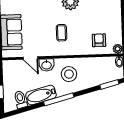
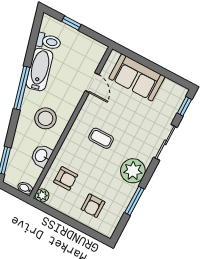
armchair: (106, 14) -> (93, 206), added
door: (30, 58) -> (92, 83), swing flipped
washbasin: (47, 65) -> (41, 156), moved

